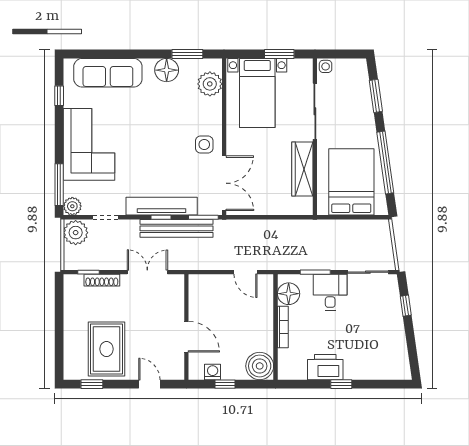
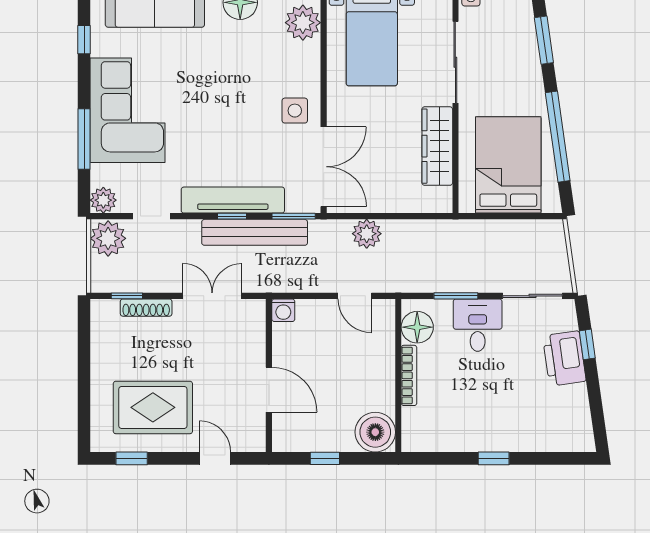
window: (59, 185) -> (84, 139), moved
plant: (254, 229) -> (367, 234), added
rug: (106, 349) -> (153, 407), turned 90
printer: (325, 367) -> (564, 358), moved, turned -98
washing machine: (213, 372) -> (283, 310), moved, turned 180

